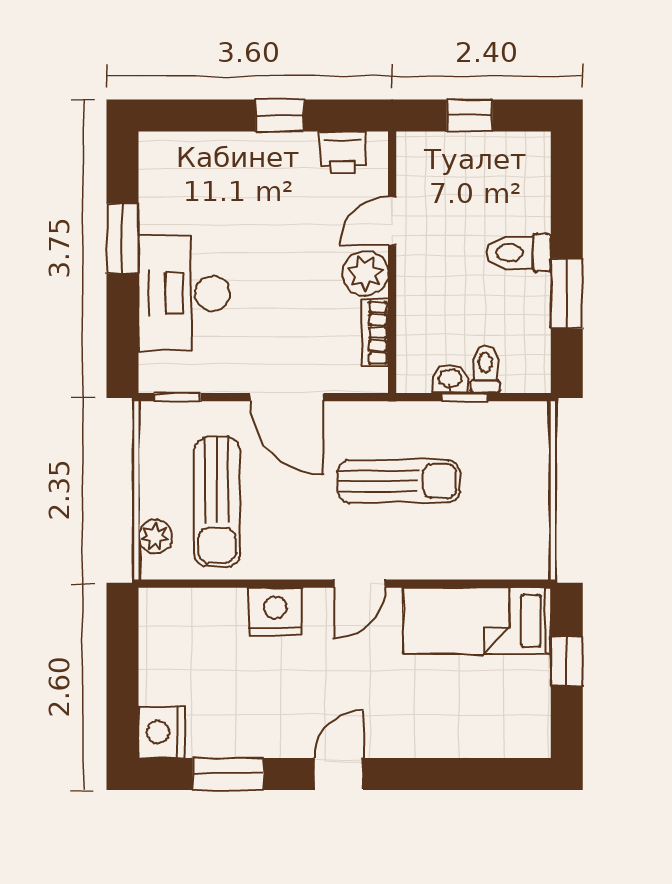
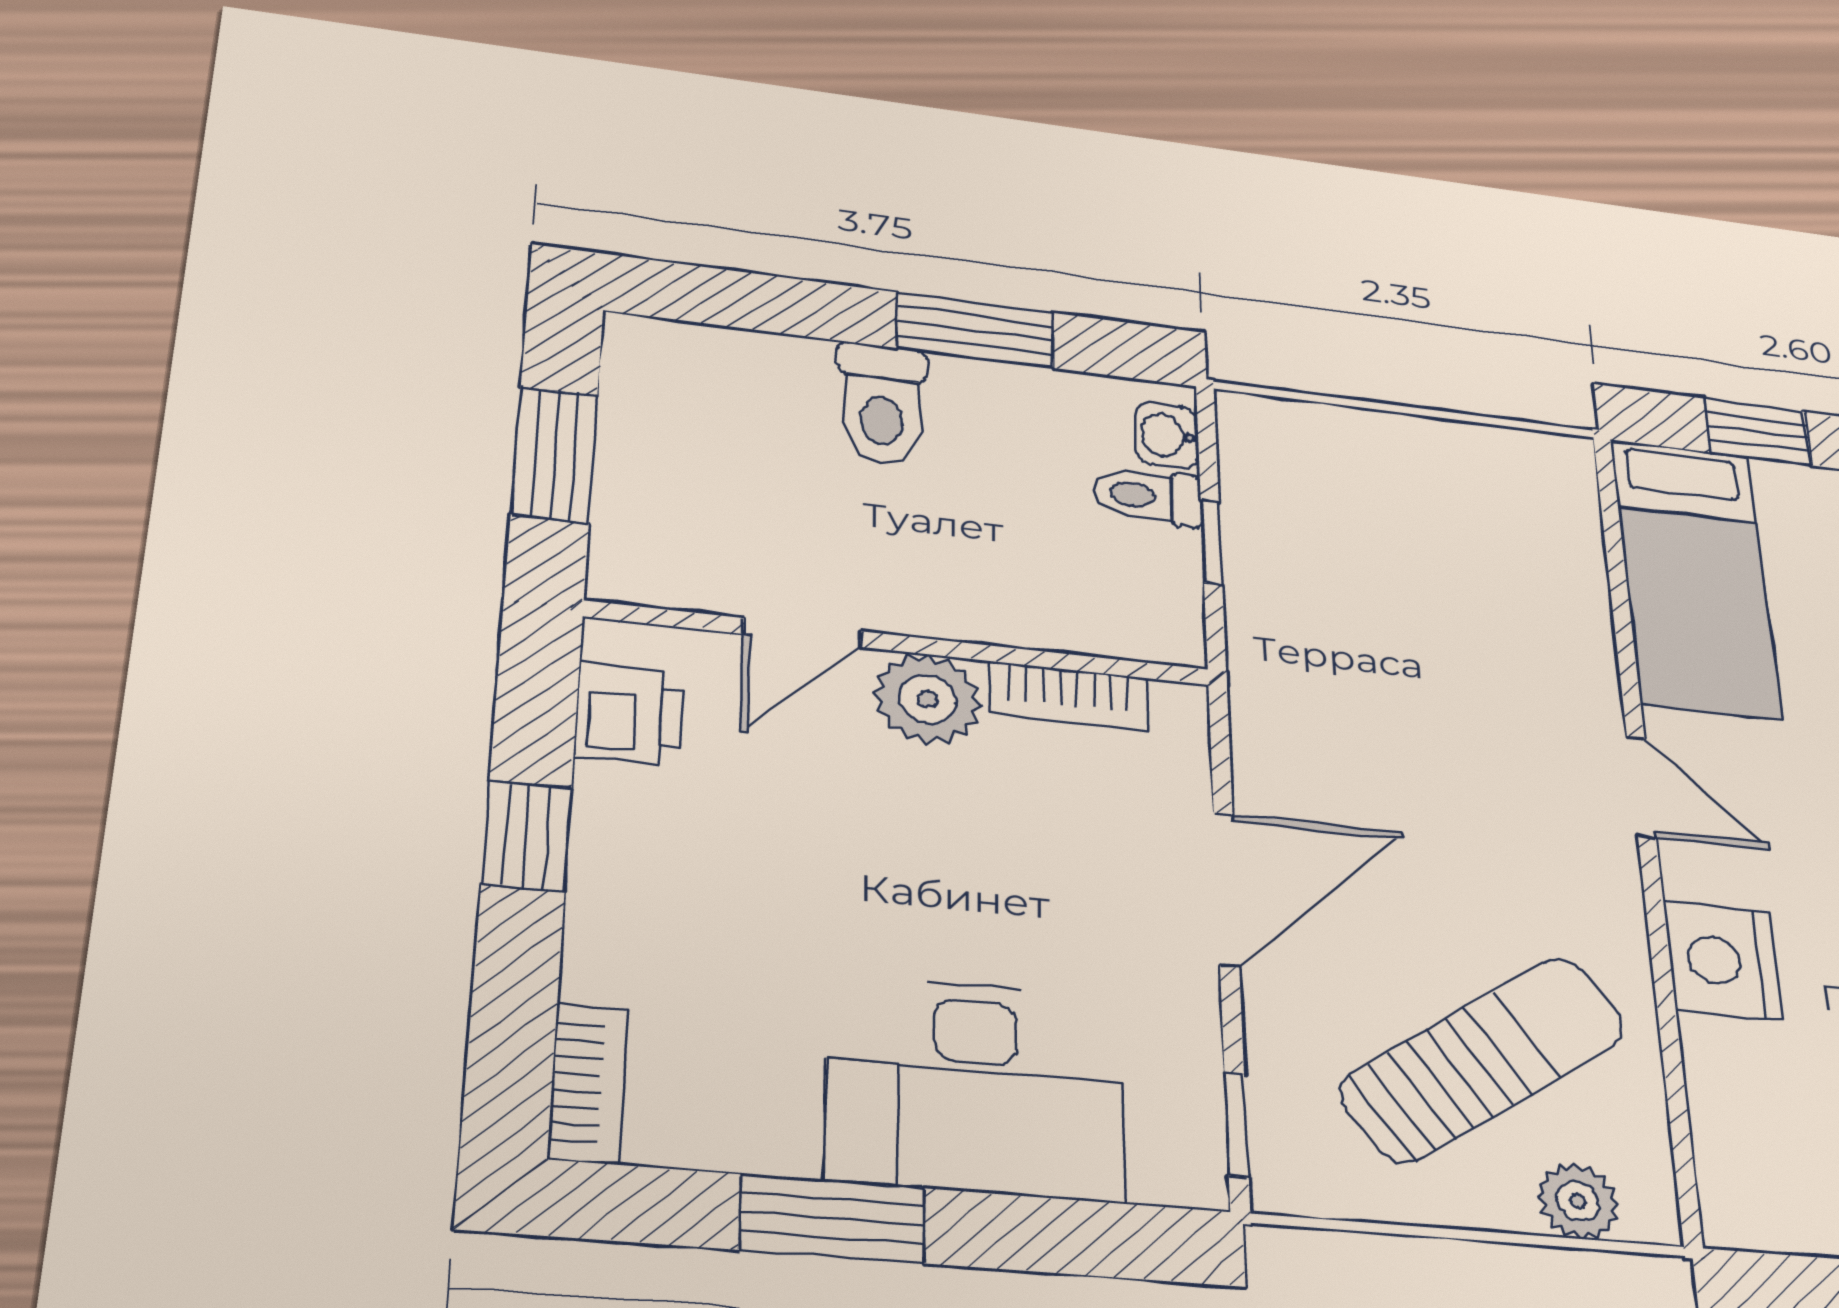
window: (470, 116) -> (555, 454), width x1.50
bookcase: (172, 145) -> (588, 1083), added
door: (392, 221) -> (802, 633), hinge flipped
washbasin: (450, 379) -> (1167, 435), moved
sun lounger: (399, 481) -> (1407, 687), removed
sun lounger: (217, 502) -> (1483, 1059), turned -35

